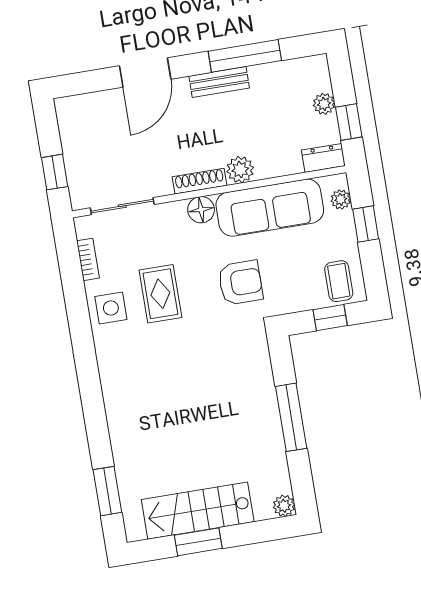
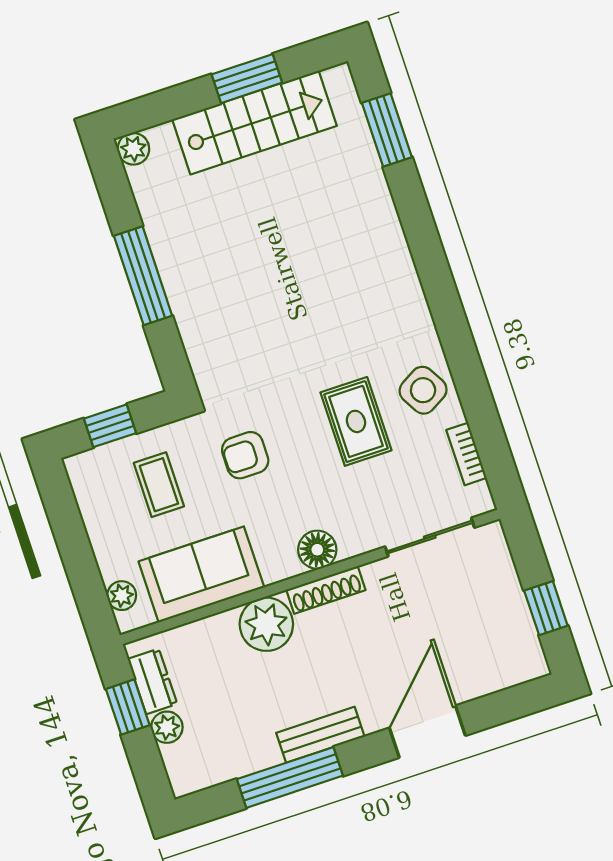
dresser: (323, 158) -> (152, 681), moved, turned -90
plant: (240, 170) -> (266, 624), width x1.36, depth x1.36
window: (55, 172) -> (546, 608), moved
sofa: (270, 208) -> (201, 574), width x0.73
window: (366, 224) -> (81, 566), removed
coffee table: (339, 281) -> (159, 485), moved
armchair: (240, 283) -> (245, 455), width x0.72, depth x0.72
side table: (111, 308) -> (423, 390), turned -30

